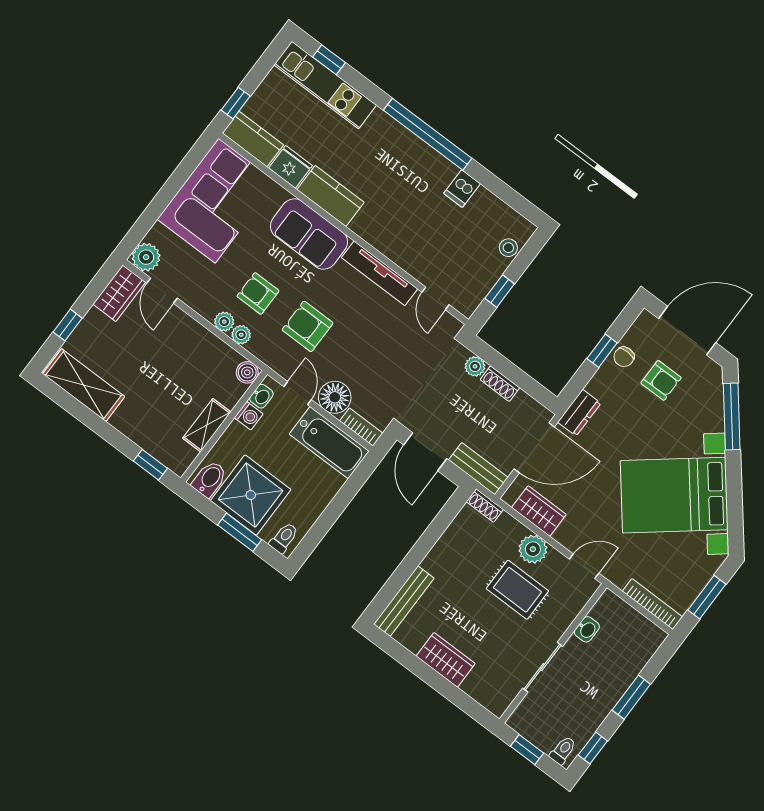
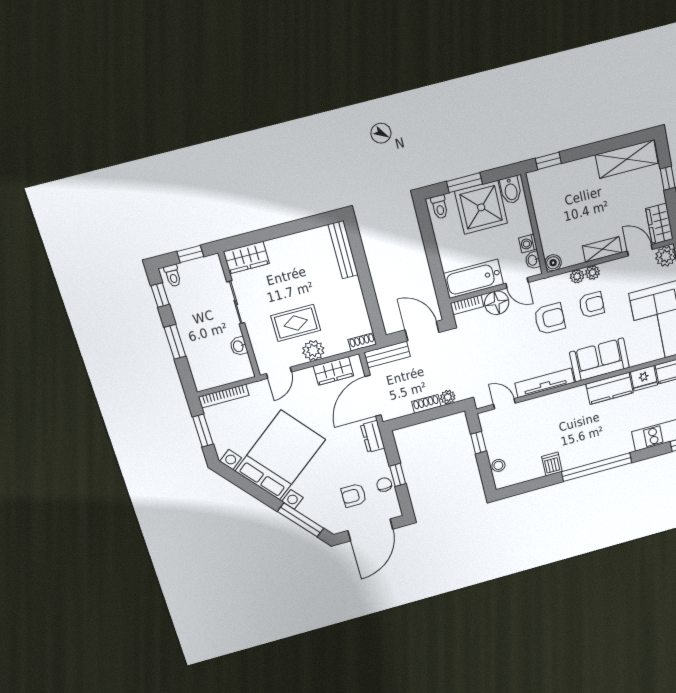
shelving: (207, 425) -> (602, 249), moved, turned 90
wardrobe: (446, 660) -> (246, 258), moved

